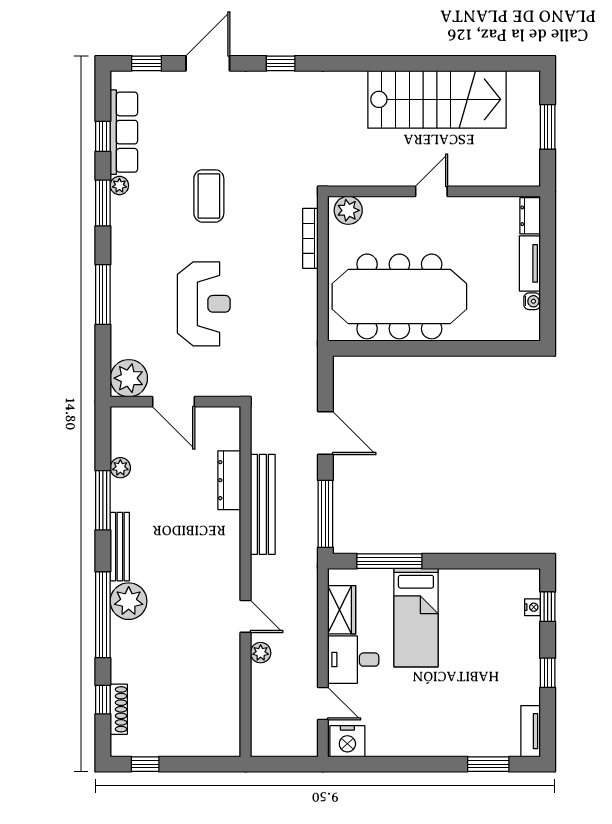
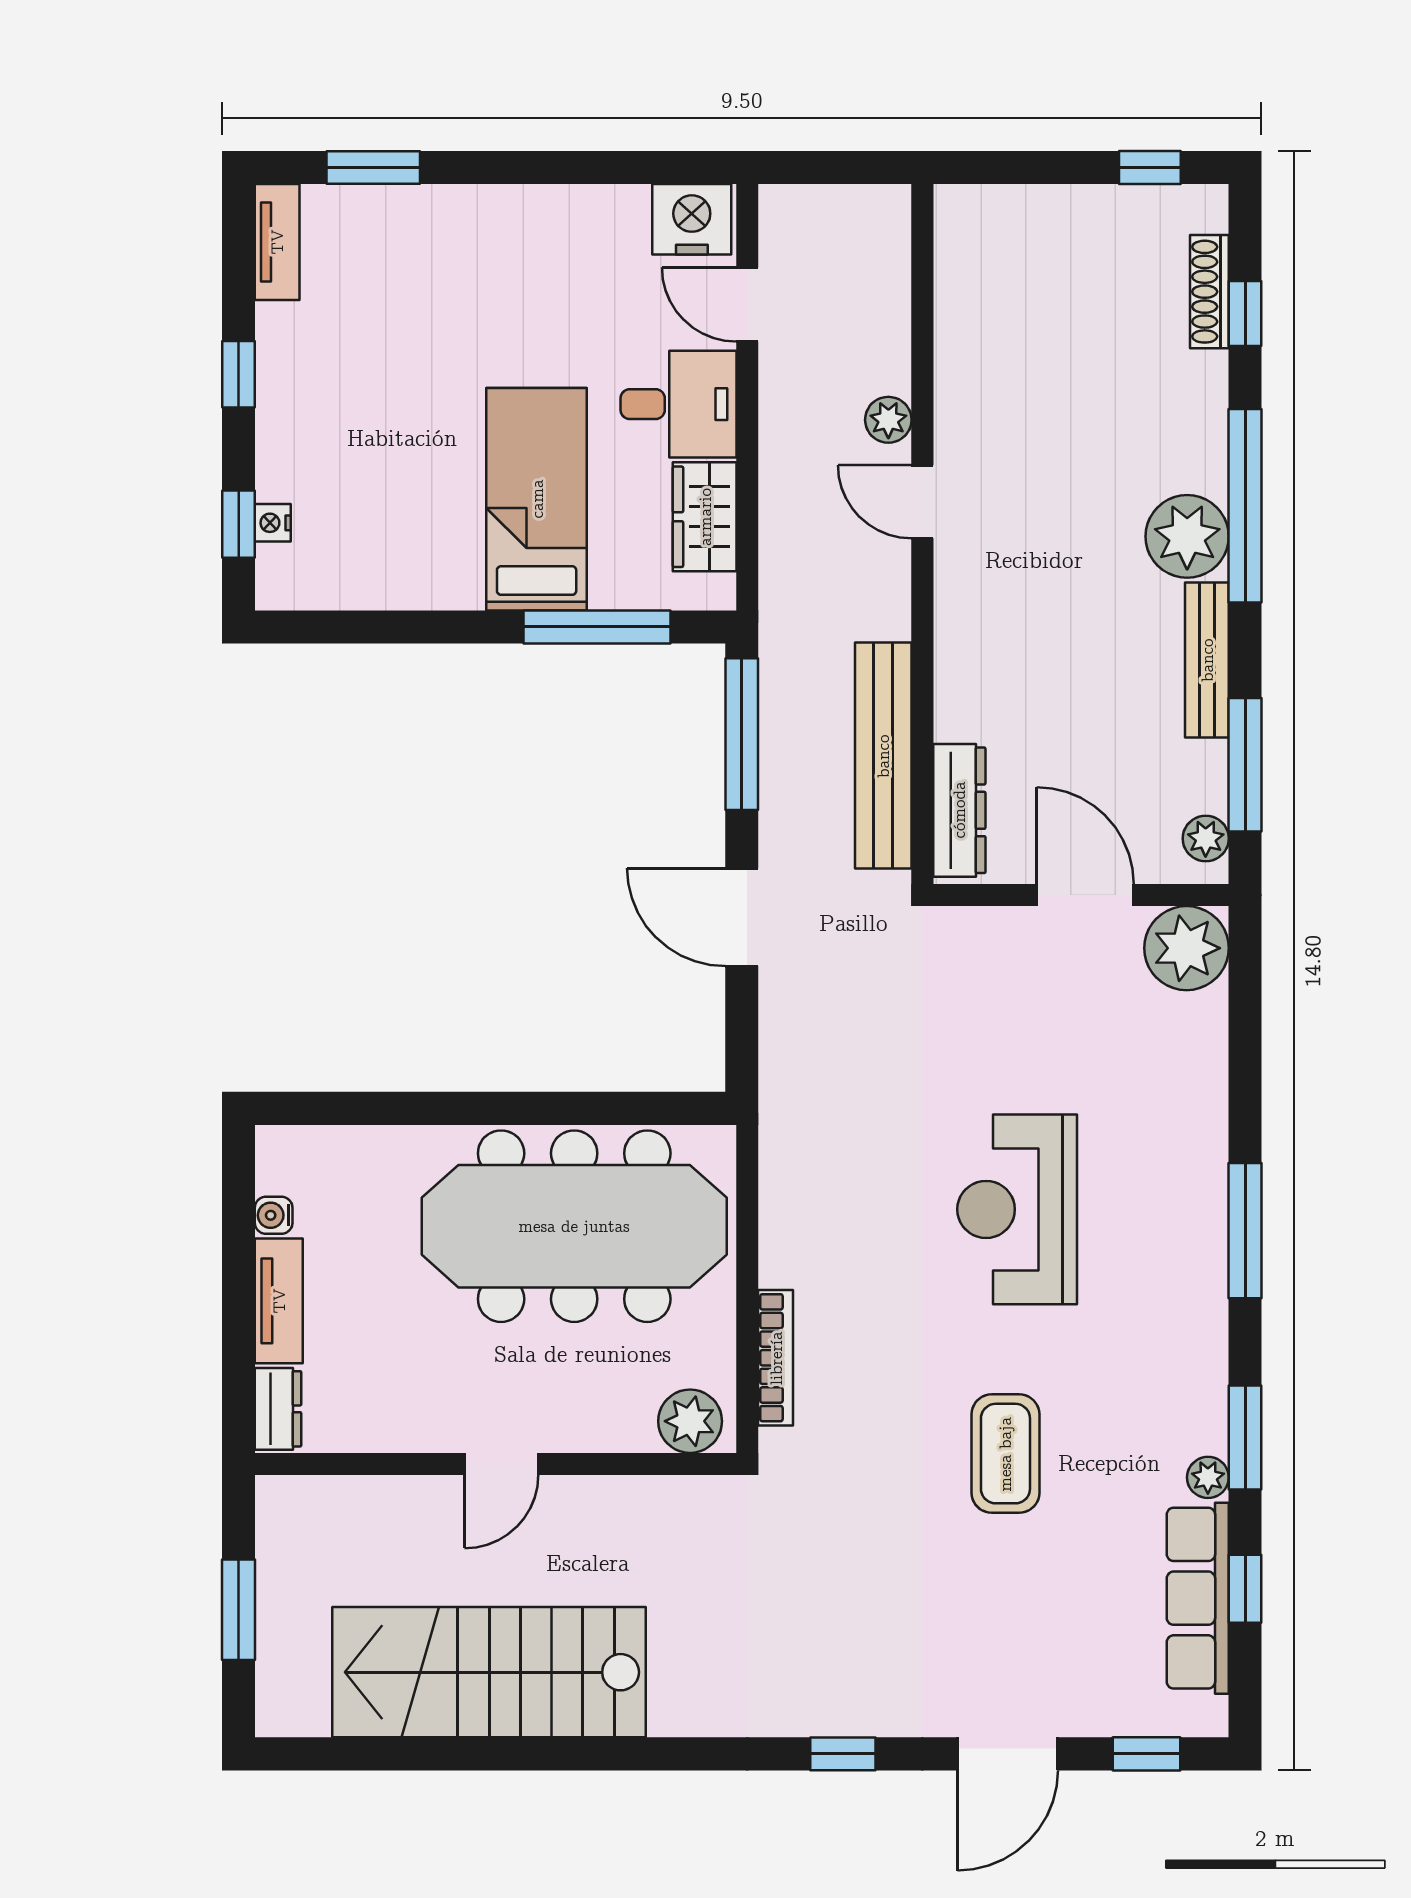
plant: (129, 378) -> (1187, 948), moved
door: (174, 402) -> (1085, 895), moved
wall: (175, 402) -> (1081, 895), moved

